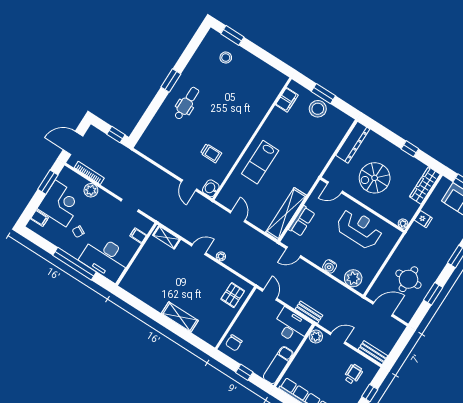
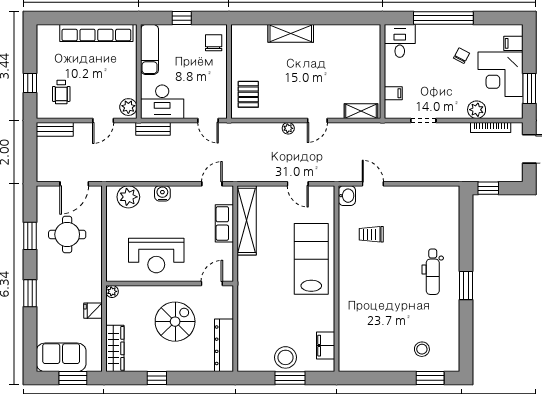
lab bench: (260, 162) -> (311, 259), width x1.36, depth x1.39
desk: (106, 258) -> (400, 41), width x0.53, depth x0.77

